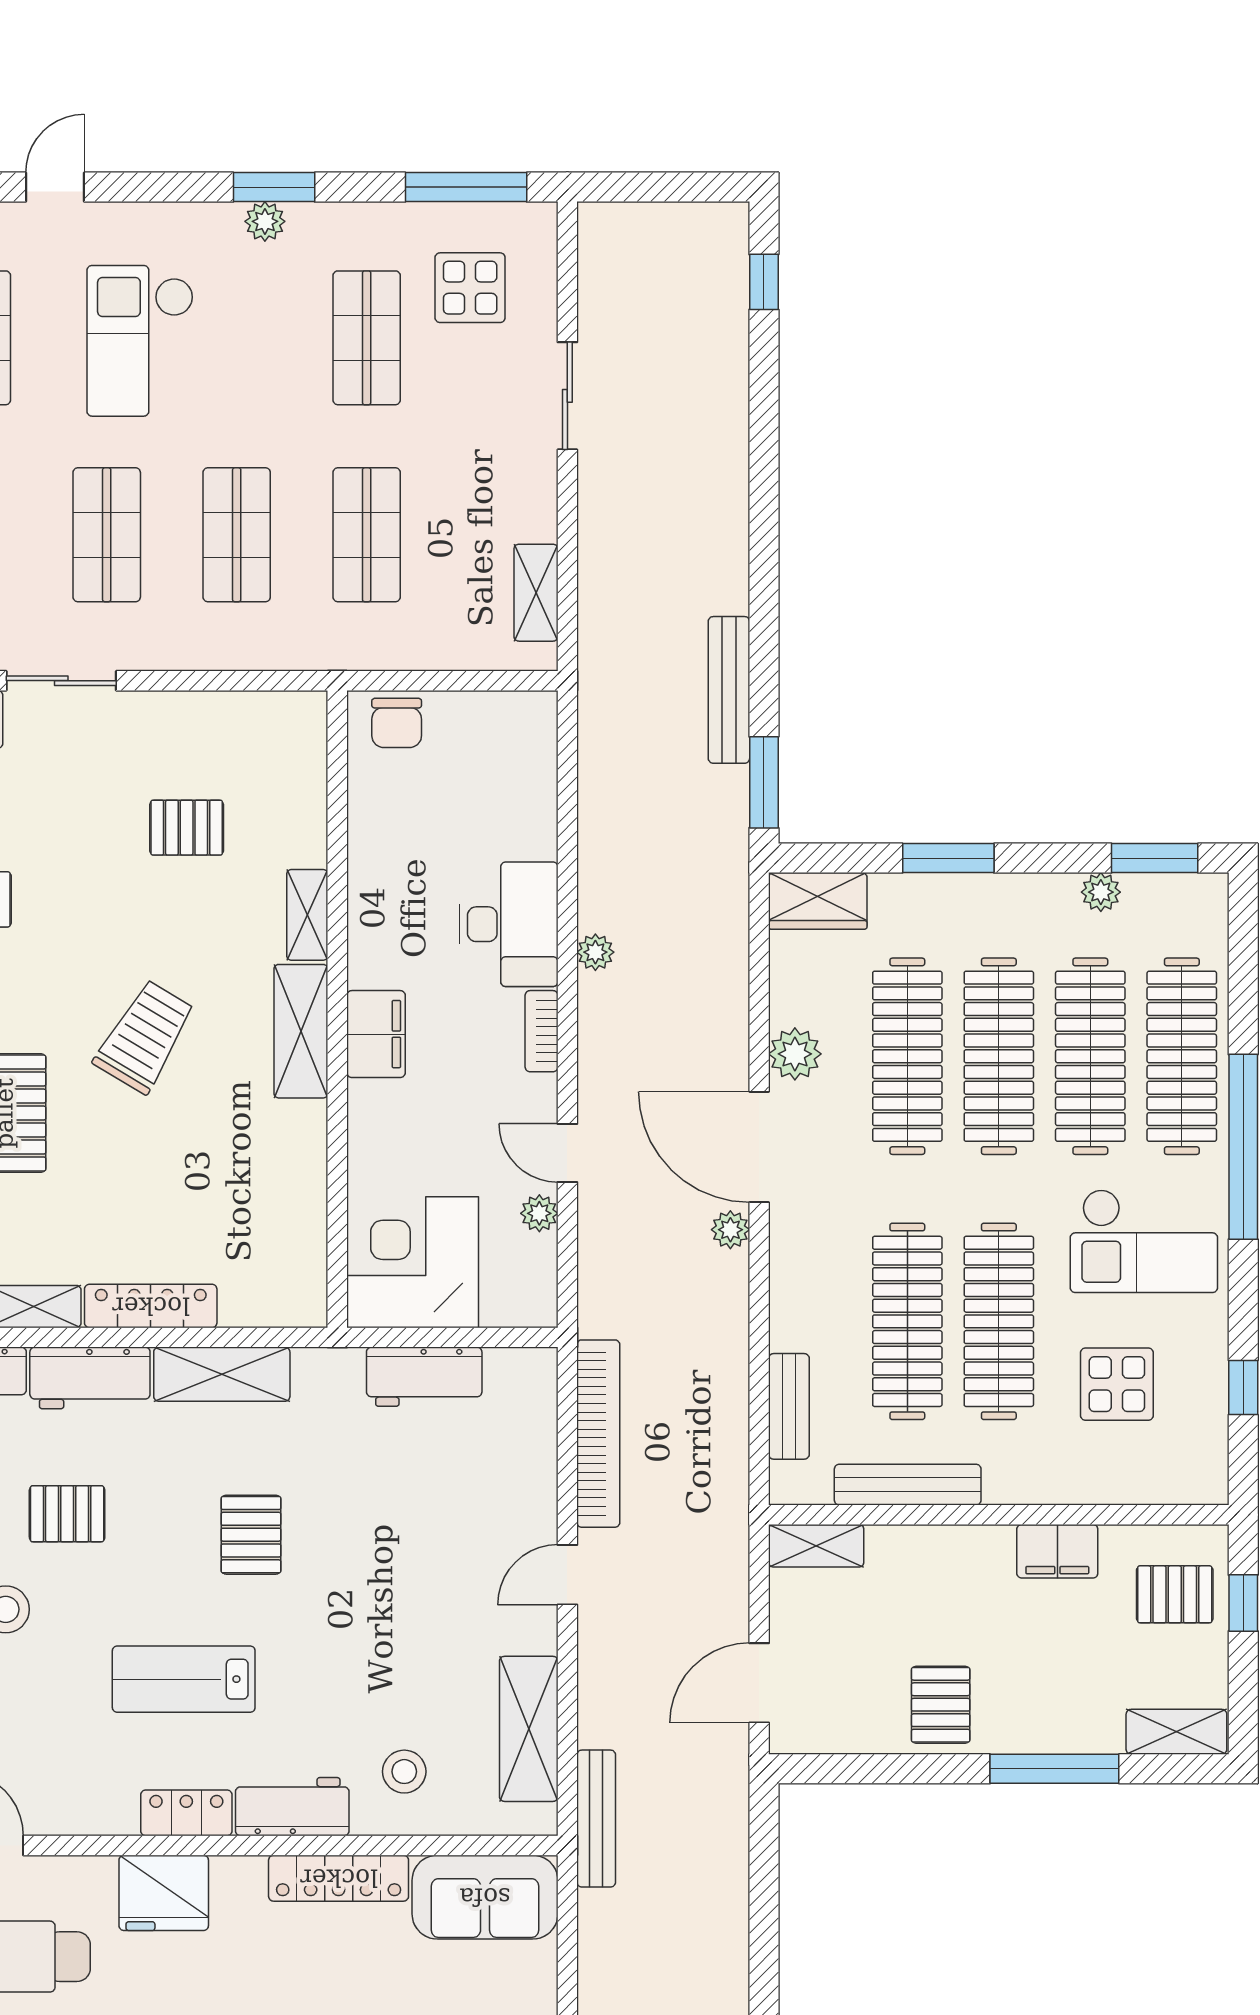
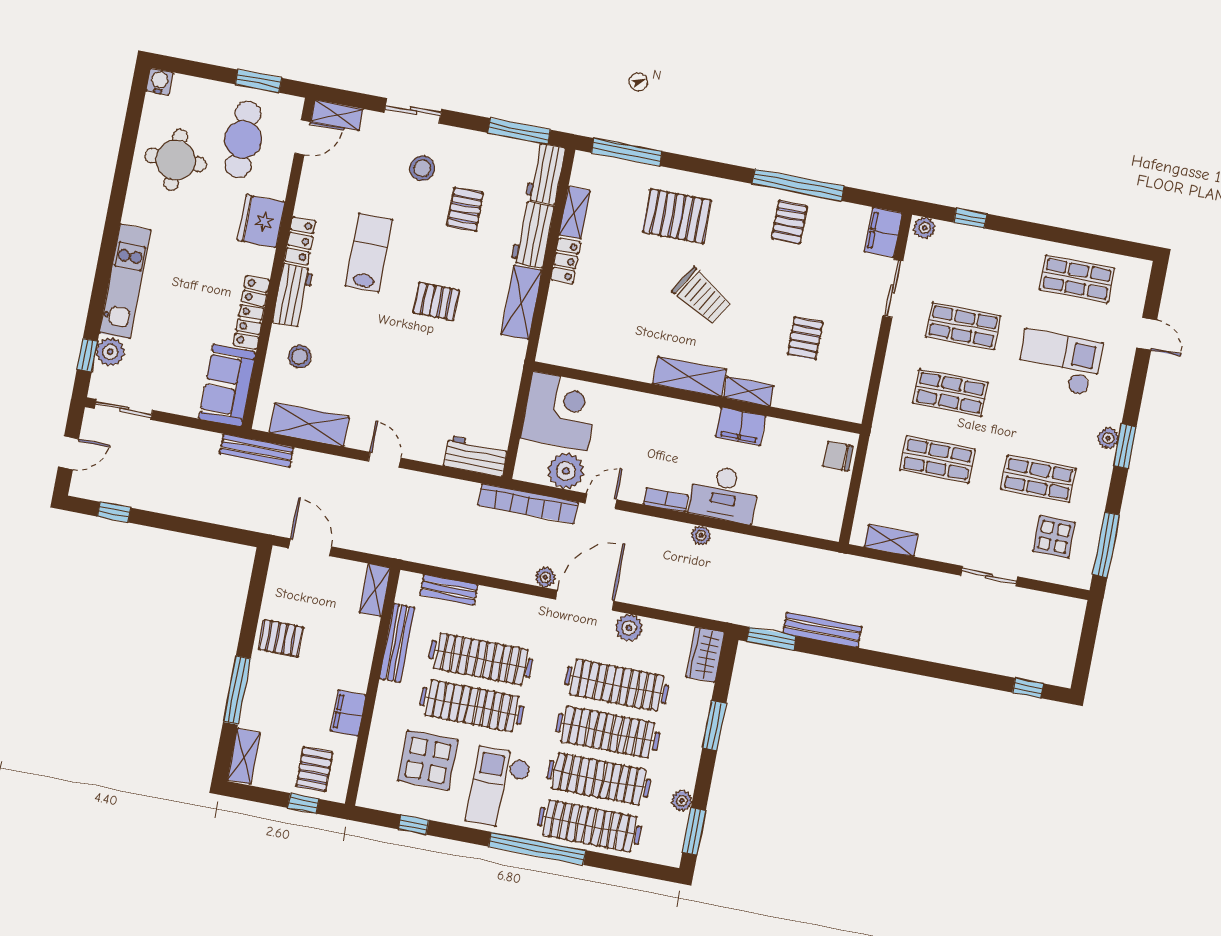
filing cabinet: (376, 1034) -> (741, 426), moved
plant: (539, 1213) -> (566, 471), width x1.88, depth x1.88
locker: (151, 1306) -> (566, 261), width x0.66
workbench: (424, 1377) -> (476, 456), moved, turned 90
display table: (1117, 1384) -> (428, 760), width x1.36, depth x1.36
bookcase: (598, 1434) -> (528, 504), moved

